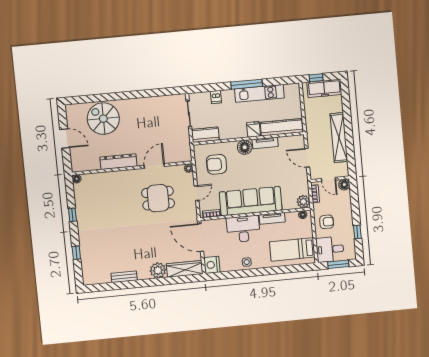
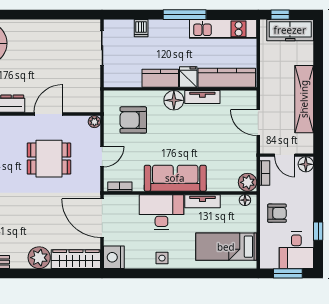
kitchen unit: (259, 93) -> (223, 29), moved
kitchen counter: (205, 135) -> (160, 78), moved
sofa: (251, 201) -> (175, 178), width x0.74, depth x0.79
desk: (330, 249) -> (296, 250), moved, turned -90

